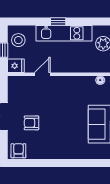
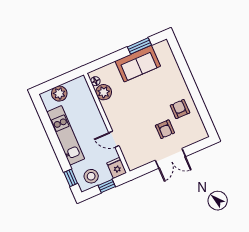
window: (58, 22) -> (71, 178), moved
plant: (87, 83) -> (104, 92), added
armchair: (18, 151) -> (180, 109), moved, turned 90

